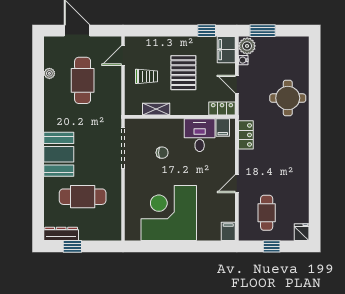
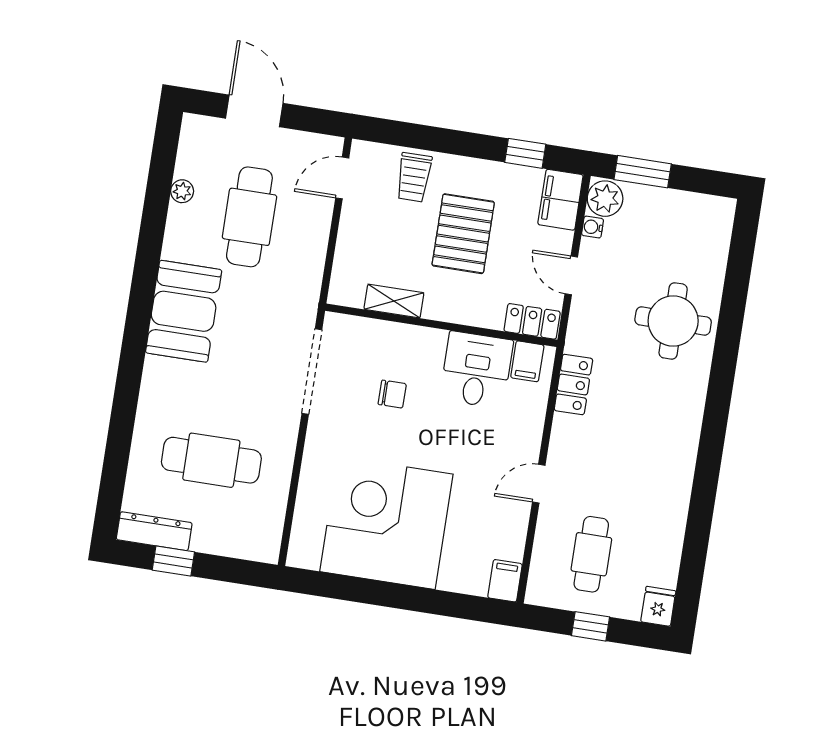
trolley: (146, 76) -> (414, 177), moved, turned 90
booth: (59, 154) -> (184, 311), moved

